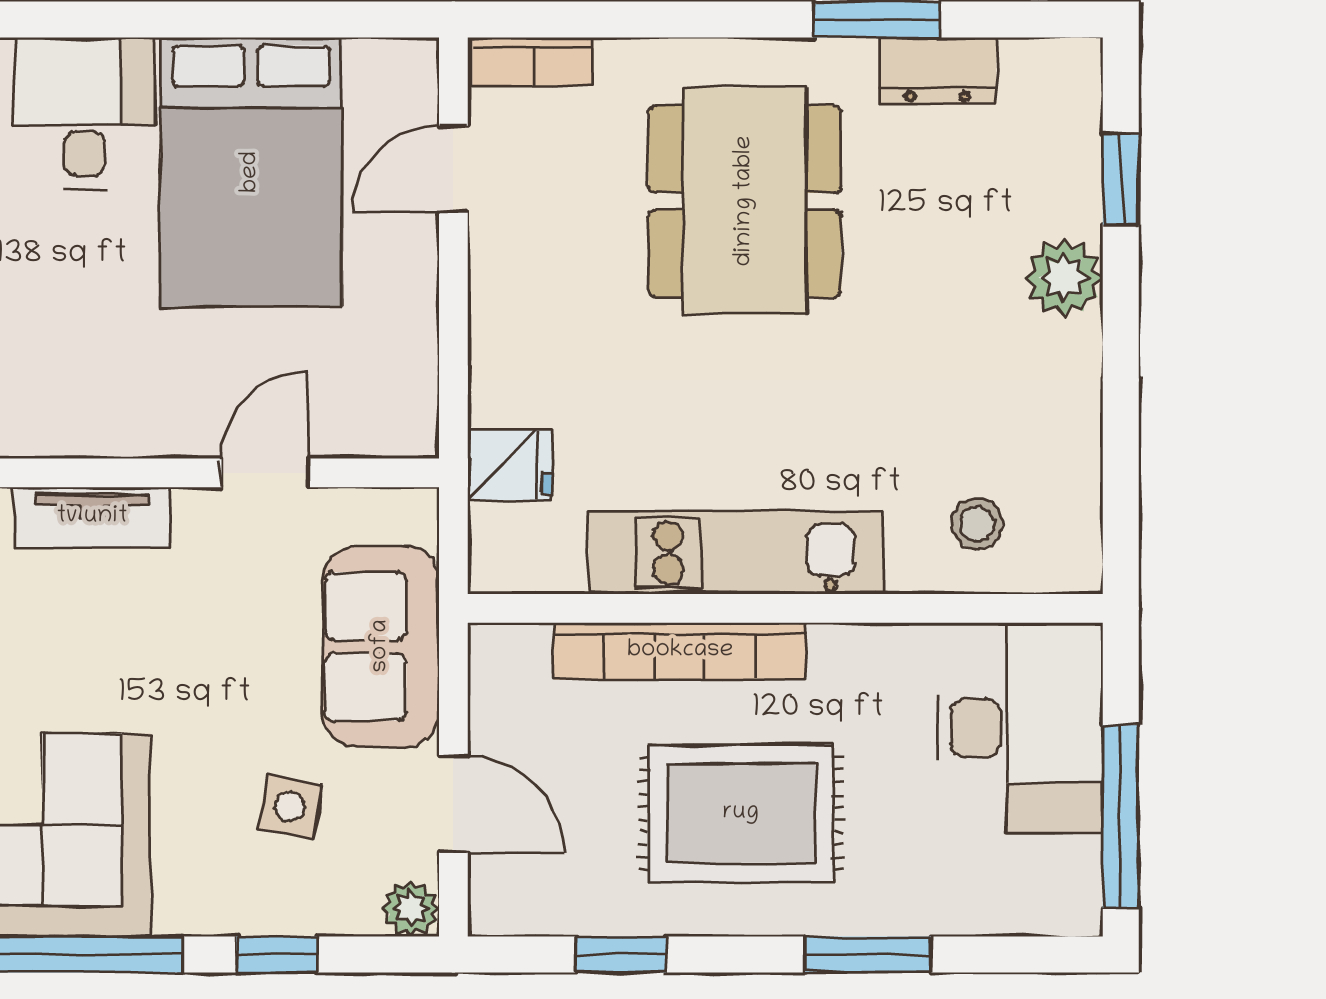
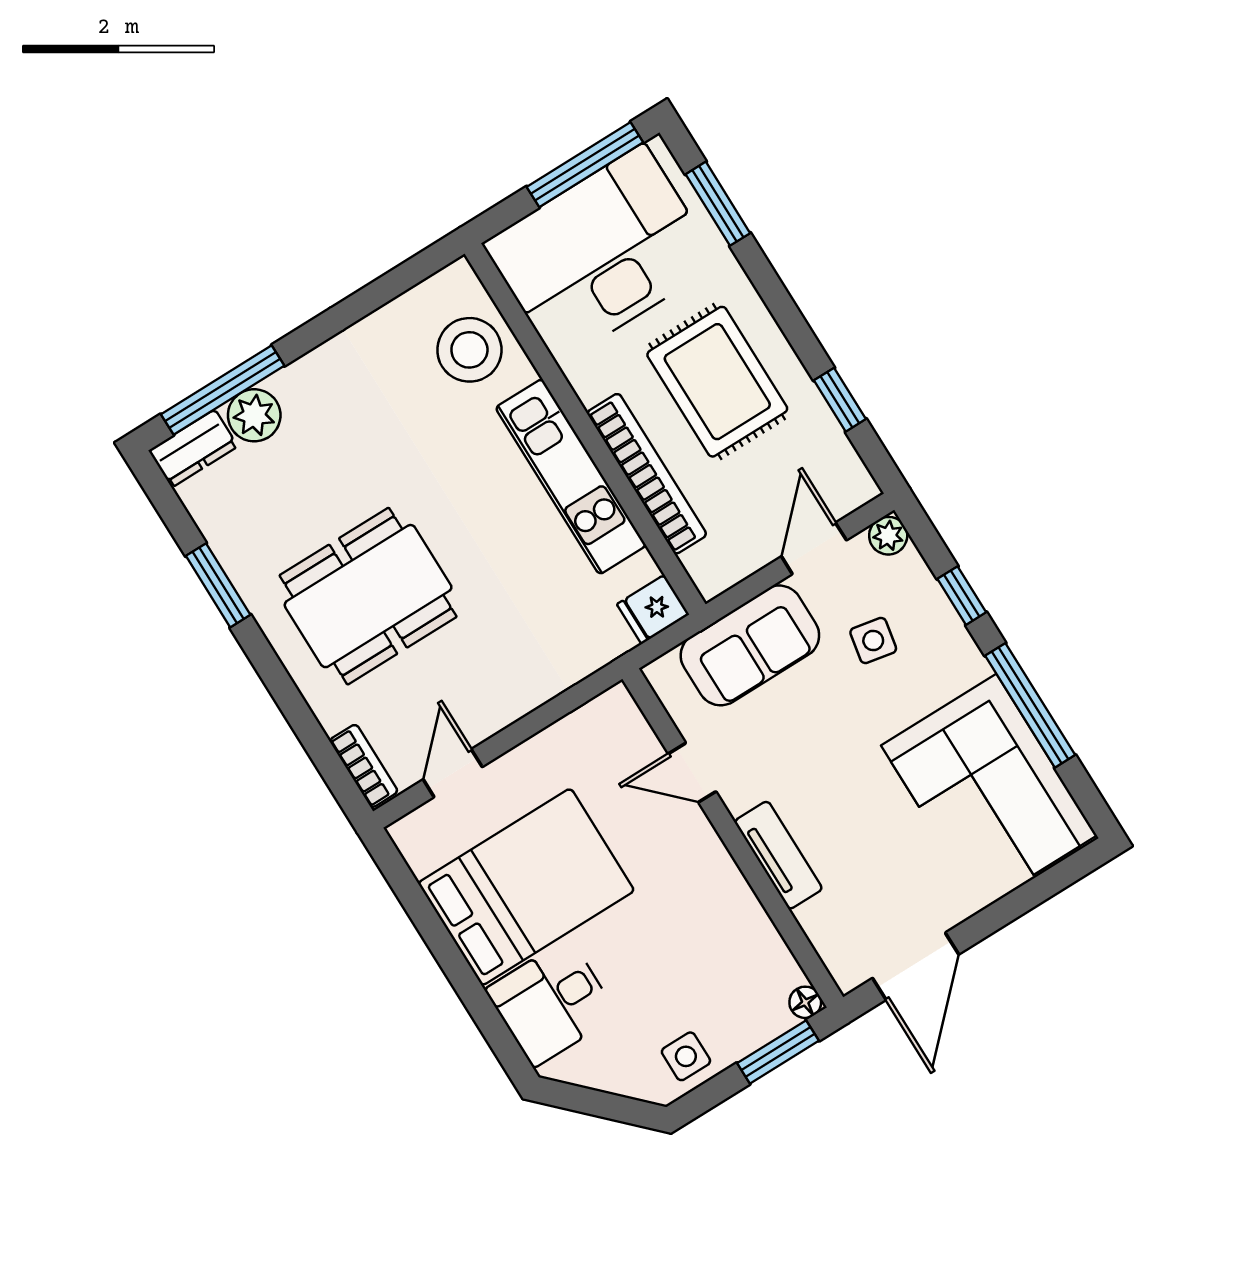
dresser: (938, 70) -> (193, 448), moved, turned 90
door: (453, 169) -> (453, 773), swing flipped
window: (1121, 179) -> (223, 390), width x2.17
plant: (1064, 278) -> (254, 415), moved
fridge: (510, 465) -> (653, 609), moved, turned -90
stool: (977, 524) -> (469, 350), width x1.89, depth x1.89
desk: (1020, 728) -> (601, 254), width x1.36, depth x1.30
window: (868, 955) -> (718, 204), moved

